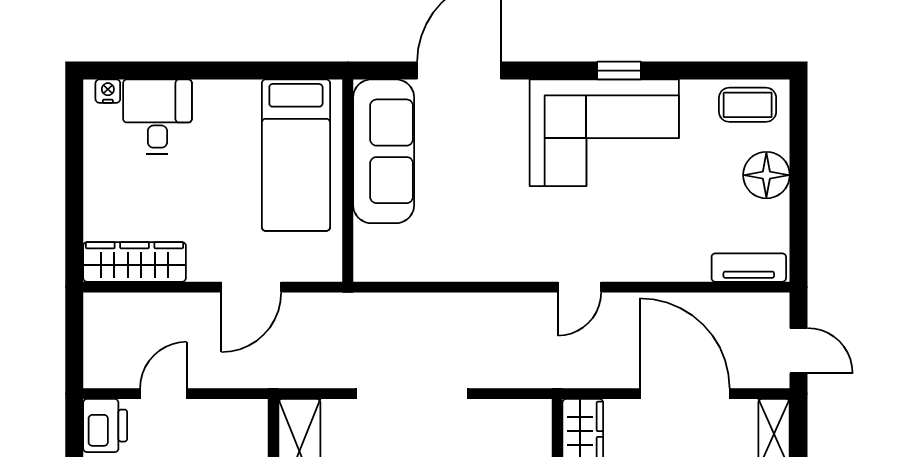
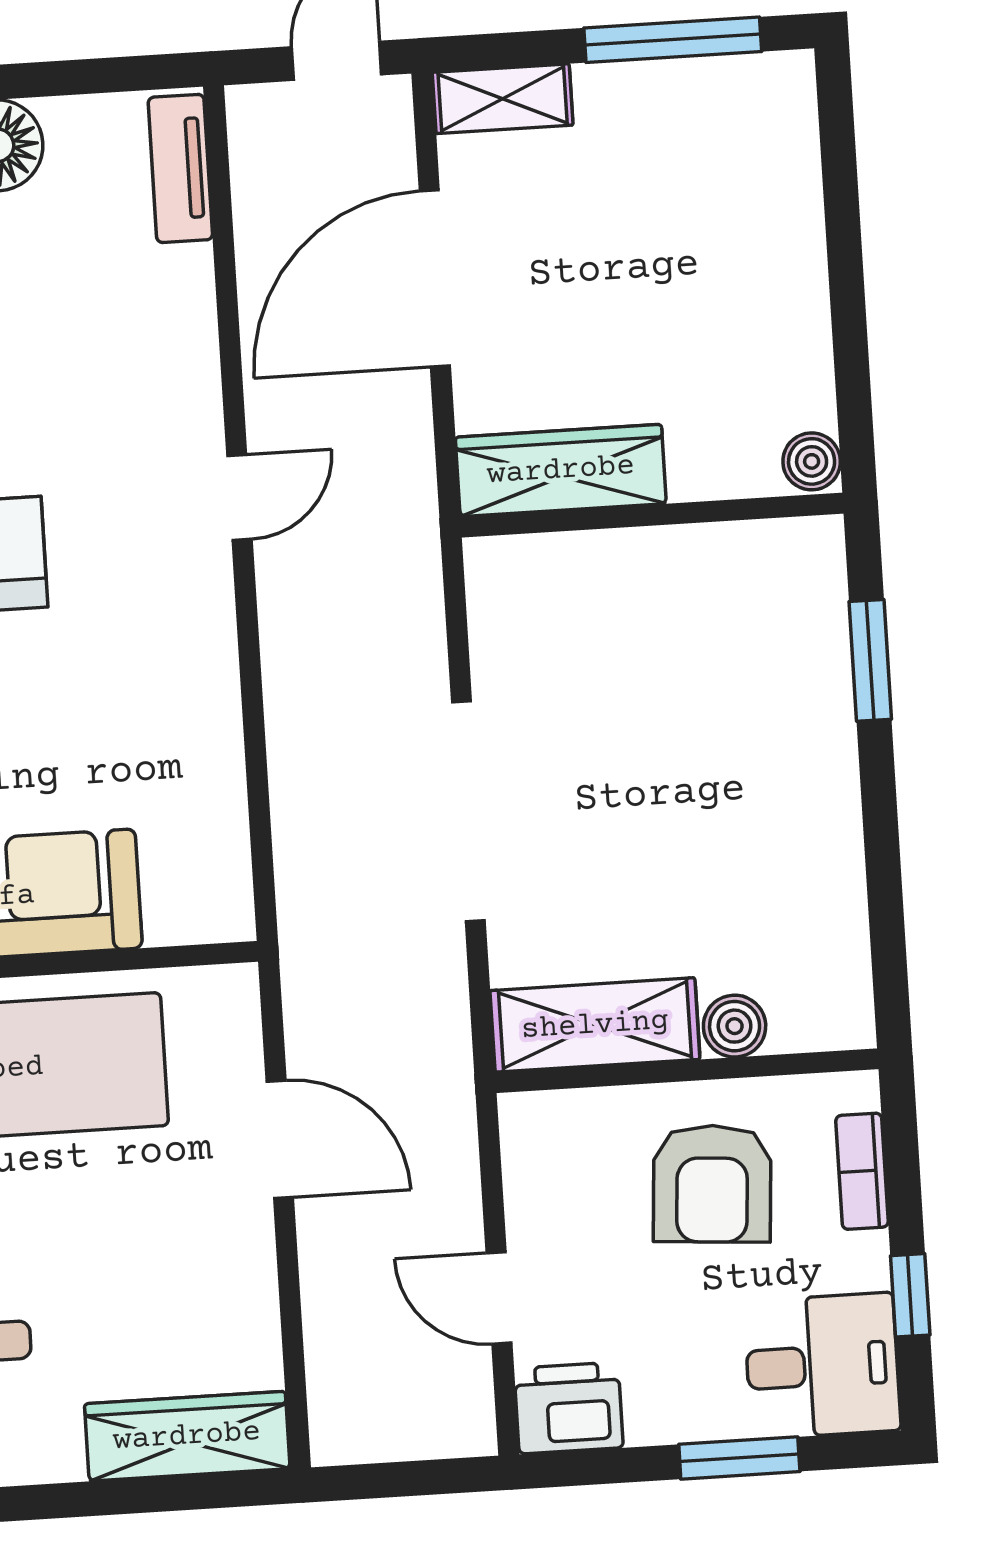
wardrobe: (135, 262) -> (187, 1436), moved, turned 90
door: (579, 287) -> (239, 497), hinge flipped

